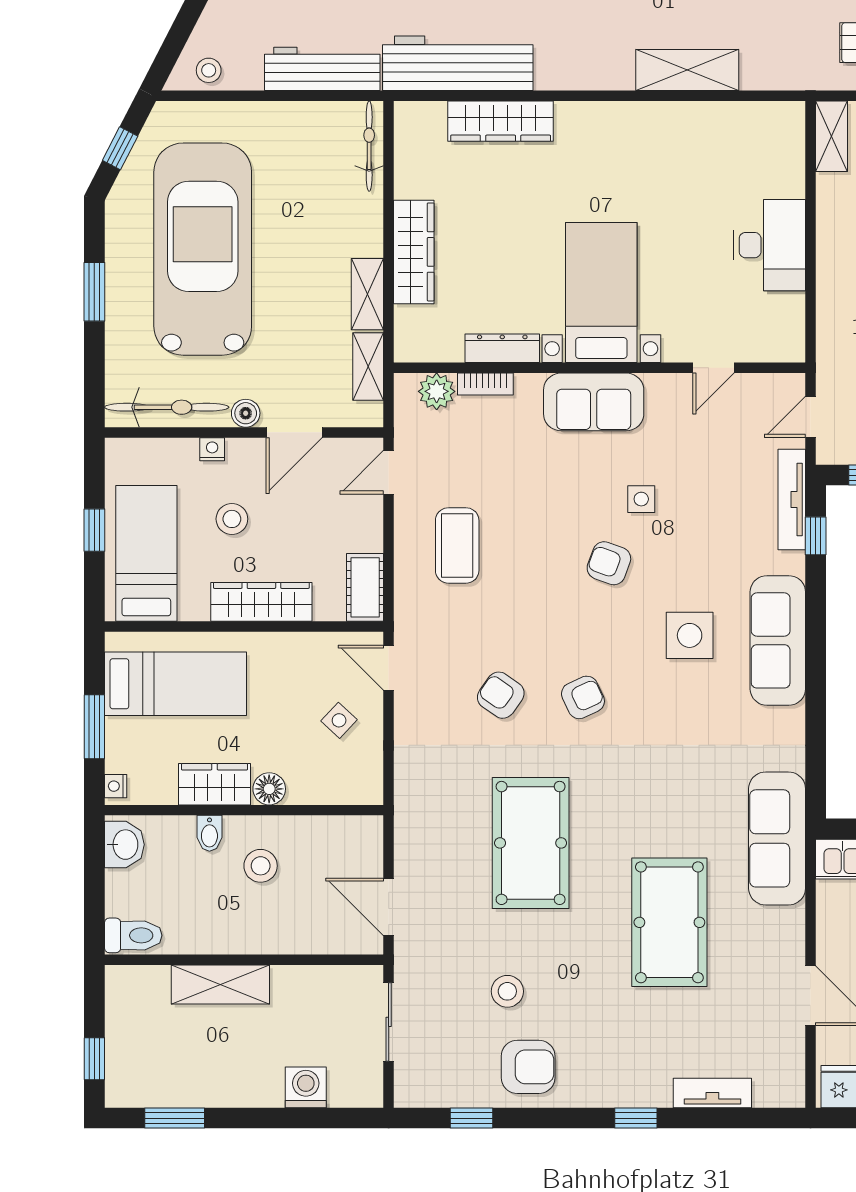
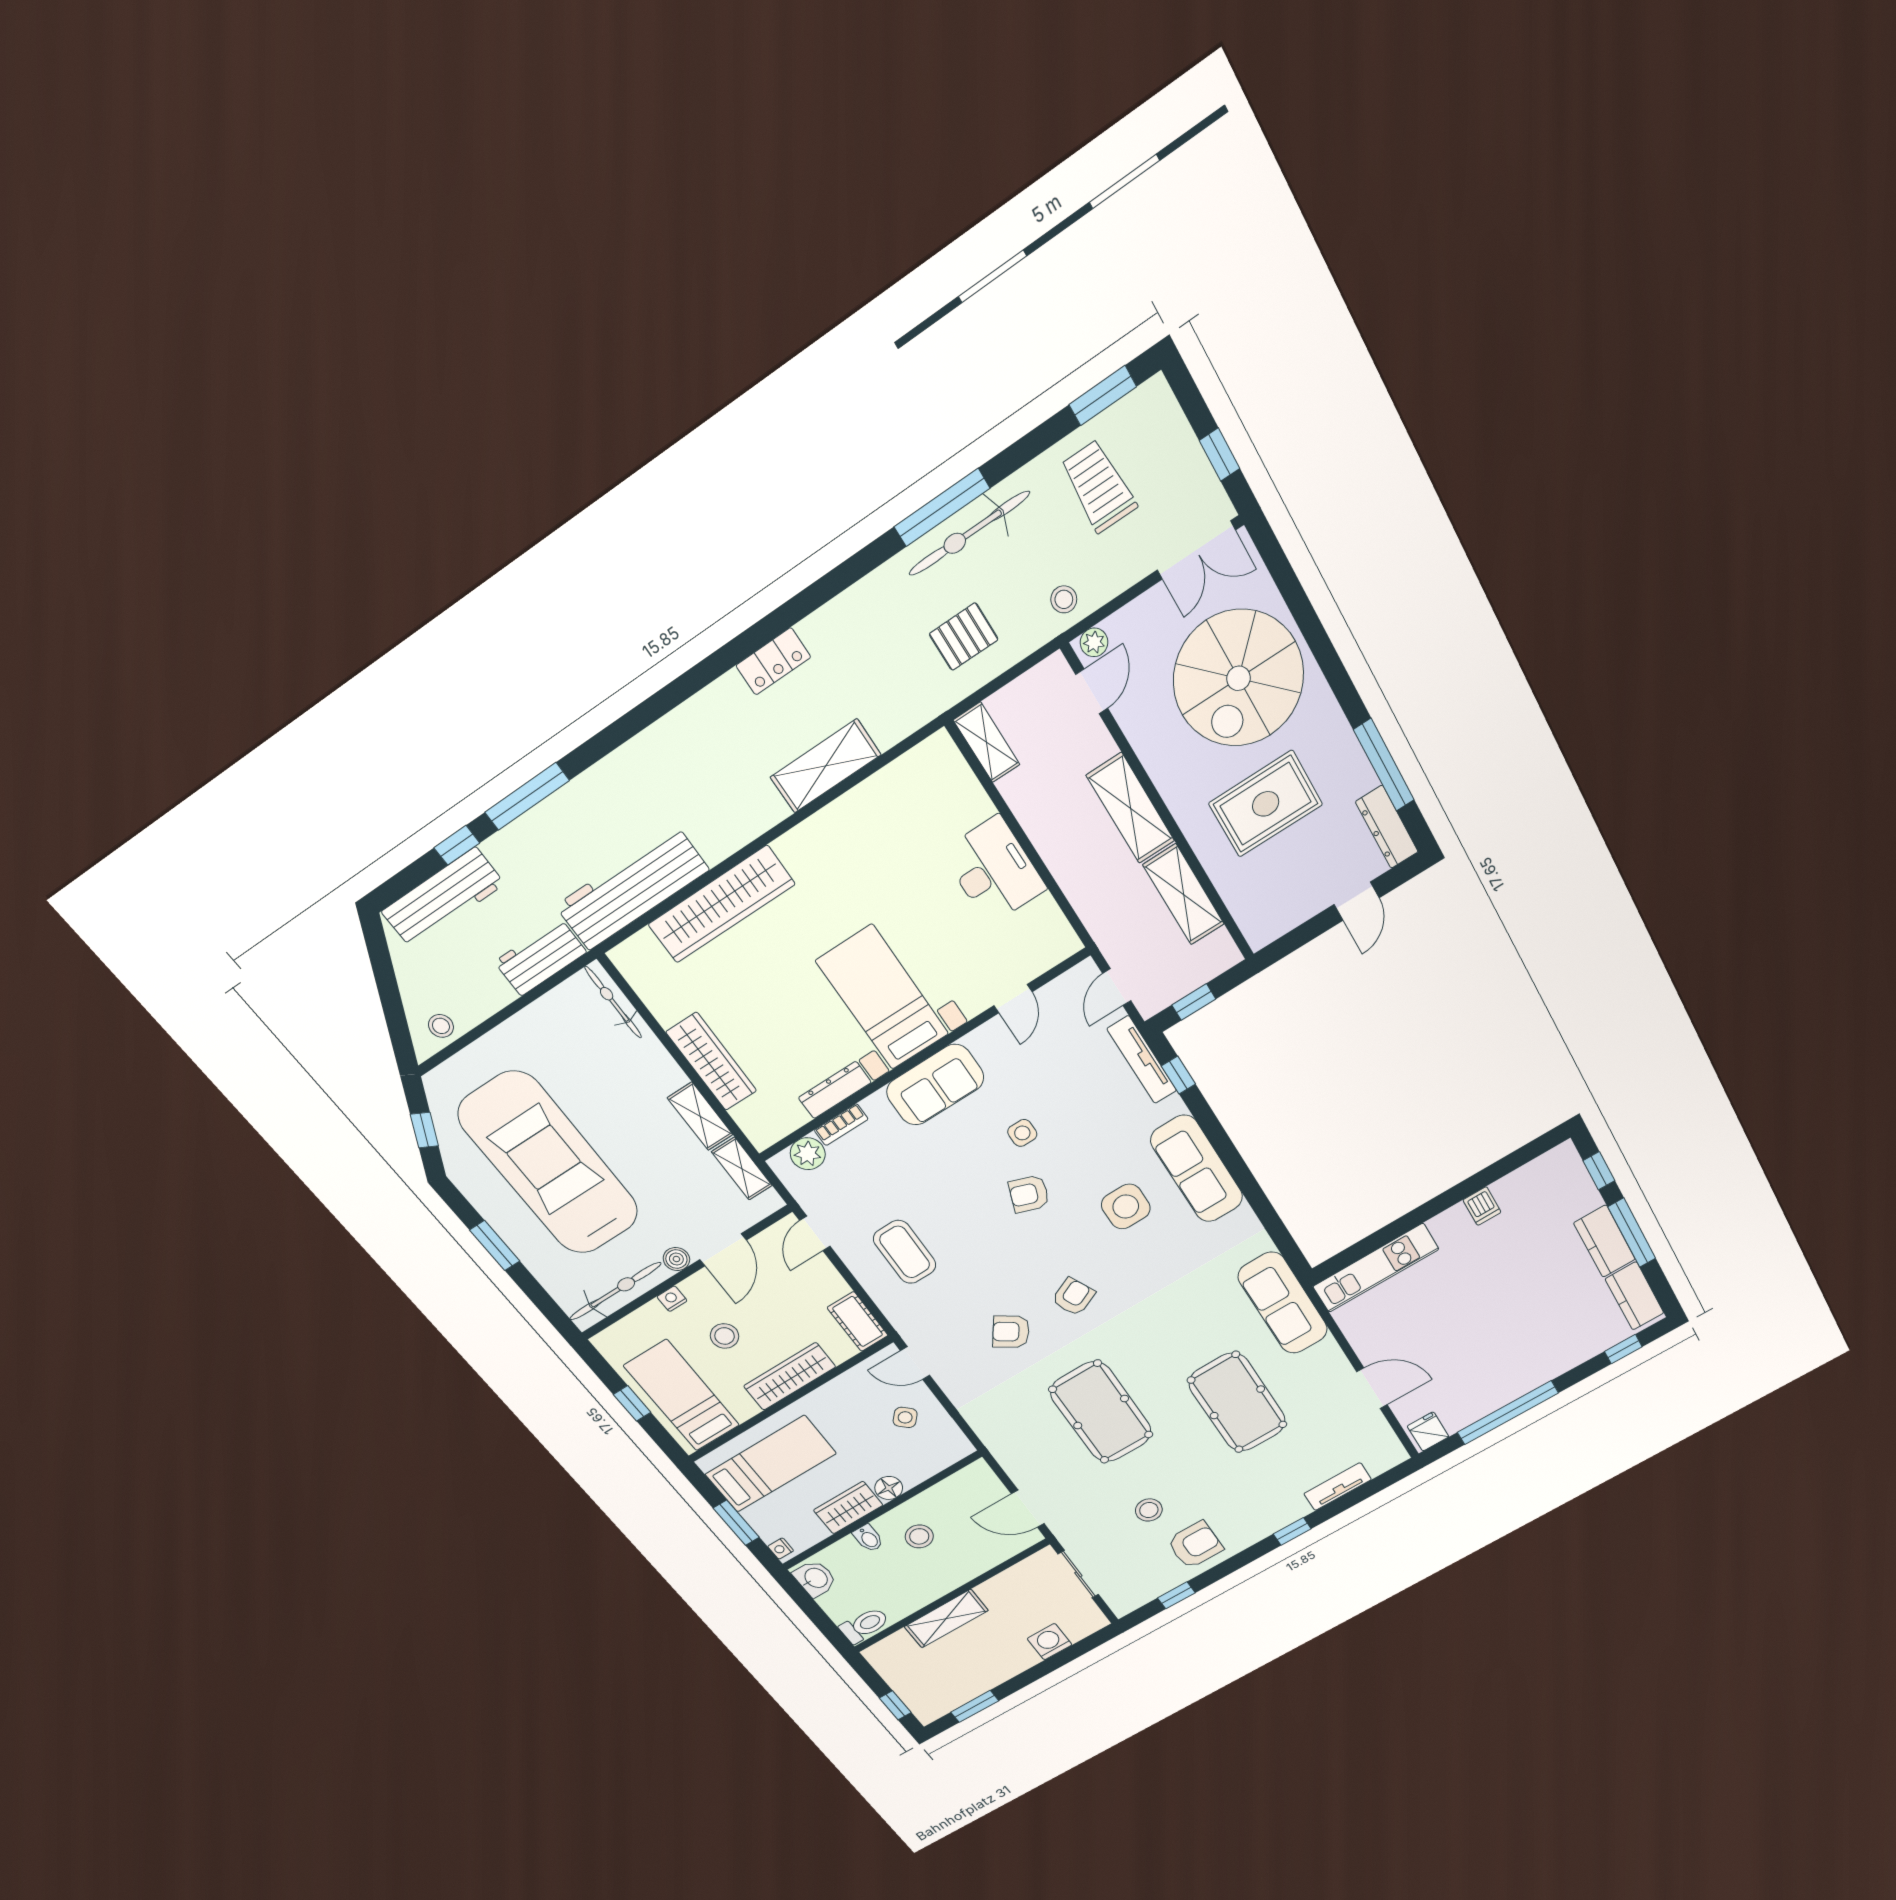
workbench: (322, 69) -> (540, 957), width x0.73
wardrobe: (501, 121) -> (722, 904), width x1.40, depth x1.17

